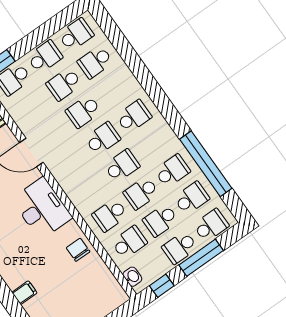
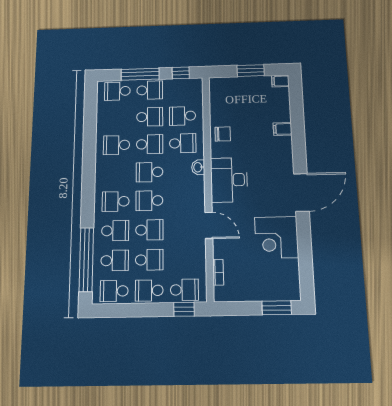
window: (206, 164) -> (86, 260), moved
school desk: (192, 198) -> (115, 231), moved, turned 180
chair: (78, 250) -> (223, 134), turned -90
washbasin: (132, 277) -> (198, 167), moved

